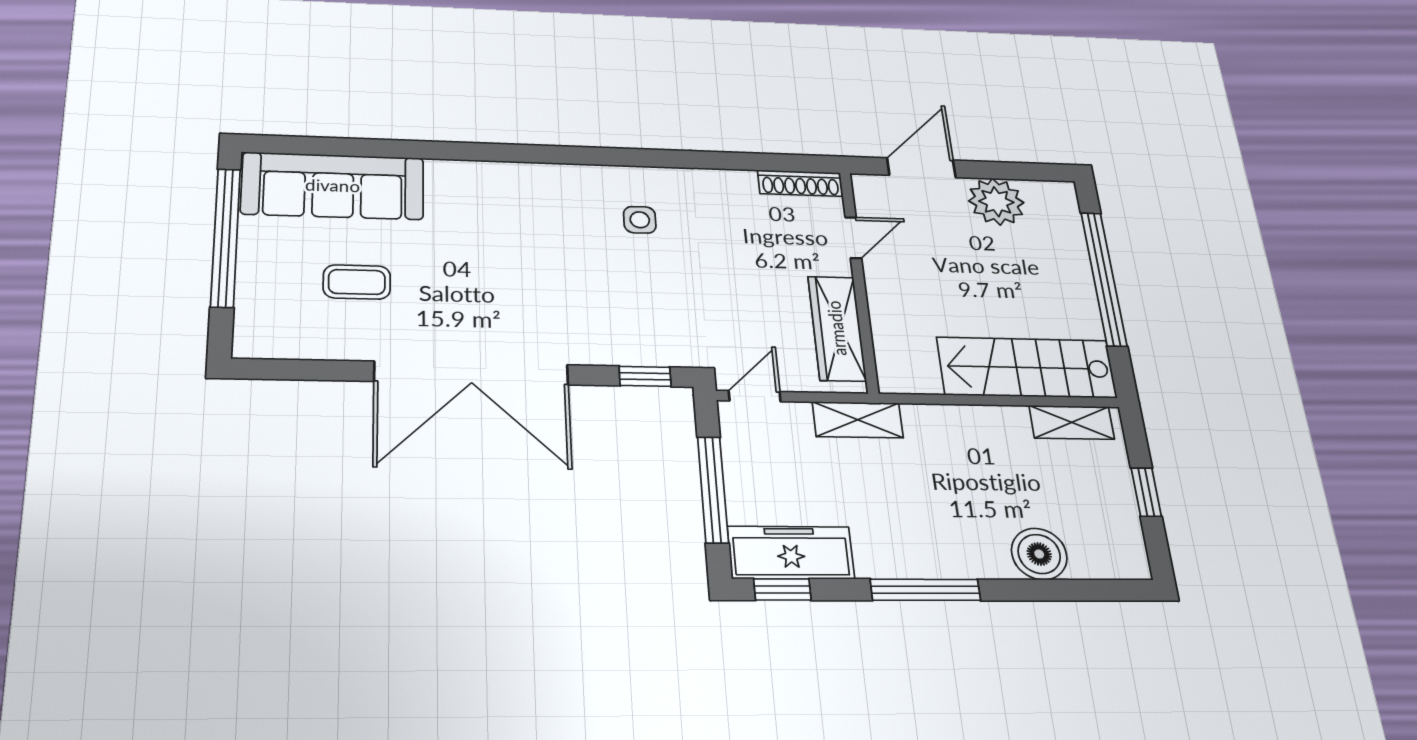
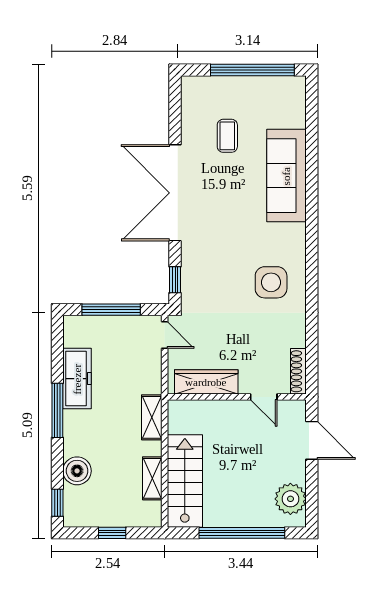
sofa: (333, 186) -> (286, 176), moved
plant: (996, 202) -> (290, 499), moved
side table: (640, 220) -> (271, 282), width x1.87, depth x1.87
shelving: (858, 420) -> (152, 417), moved
shelving: (1072, 422) -> (152, 478), moved
freezer: (791, 553) -> (77, 379), moved
window: (782, 589) -> (57, 503), moved

